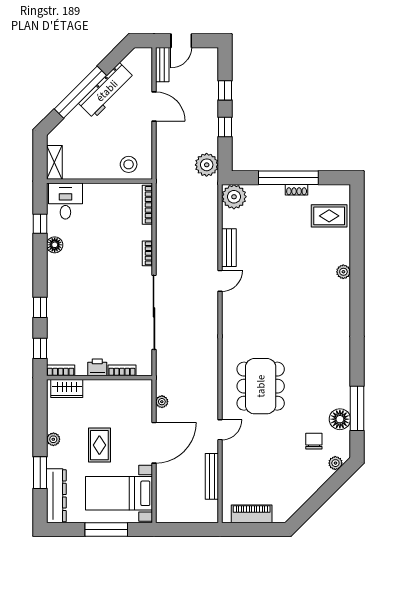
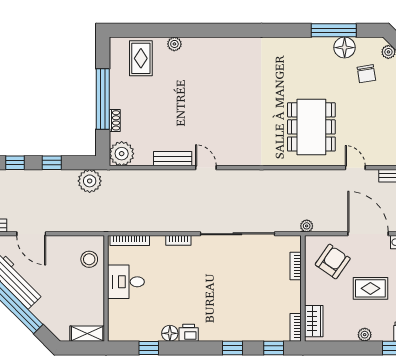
door: (154, 107) -> (31, 234), swing flipped
shoe rack: (297, 190) -> (115, 120), moved
desk: (65, 201) -> (126, 282), moved
plant: (343, 272) -> (174, 44), moved
printer: (97, 367) -> (189, 333), moved, turned 90
dining table: (261, 386) -> (311, 127), turned 90
plant: (162, 402) -> (307, 226), moved
armchair: (126, 407) -> (333, 262), added
chair: (314, 441) -> (366, 74), turned -99

